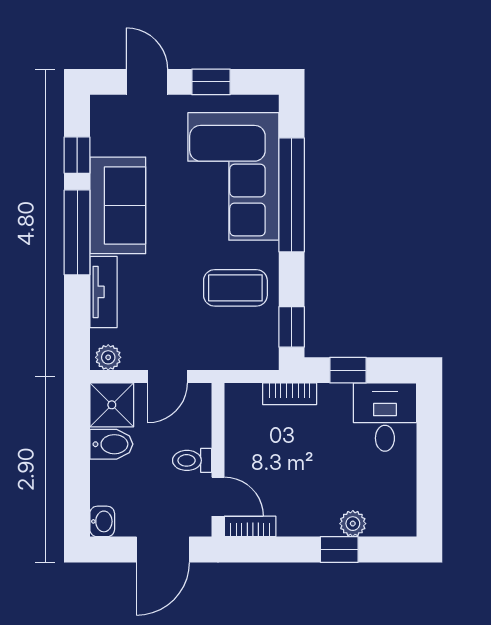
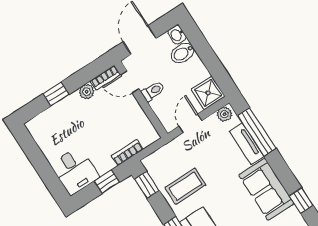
window: (77, 232) -> (257, 132), moved
bidet: (111, 444) -> (183, 53), moved
plant: (353, 524) -> (87, 92), moved

